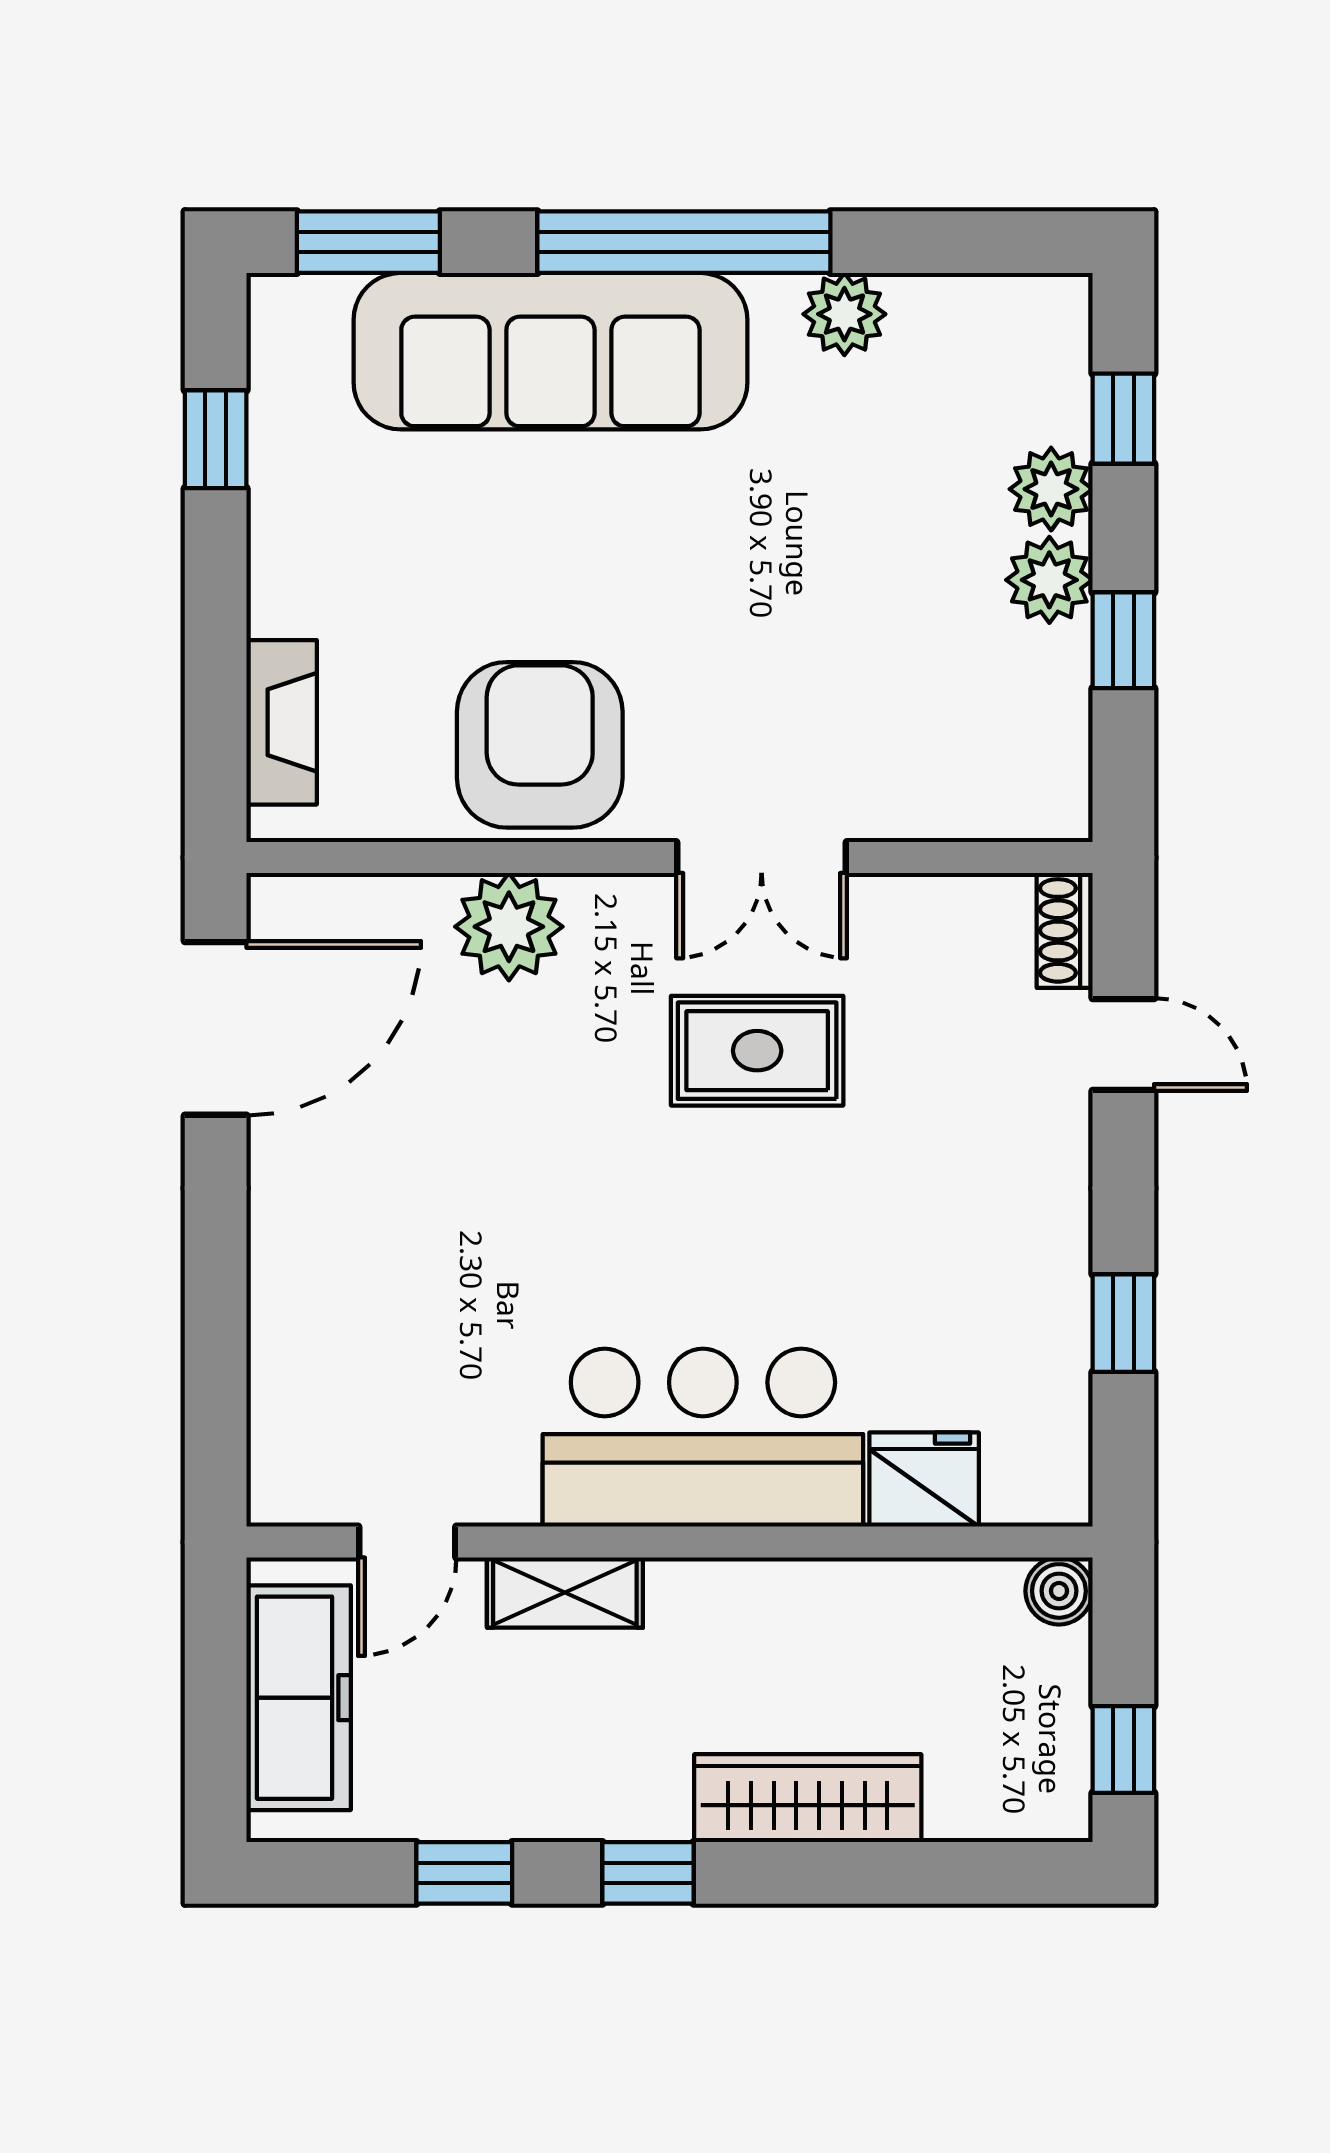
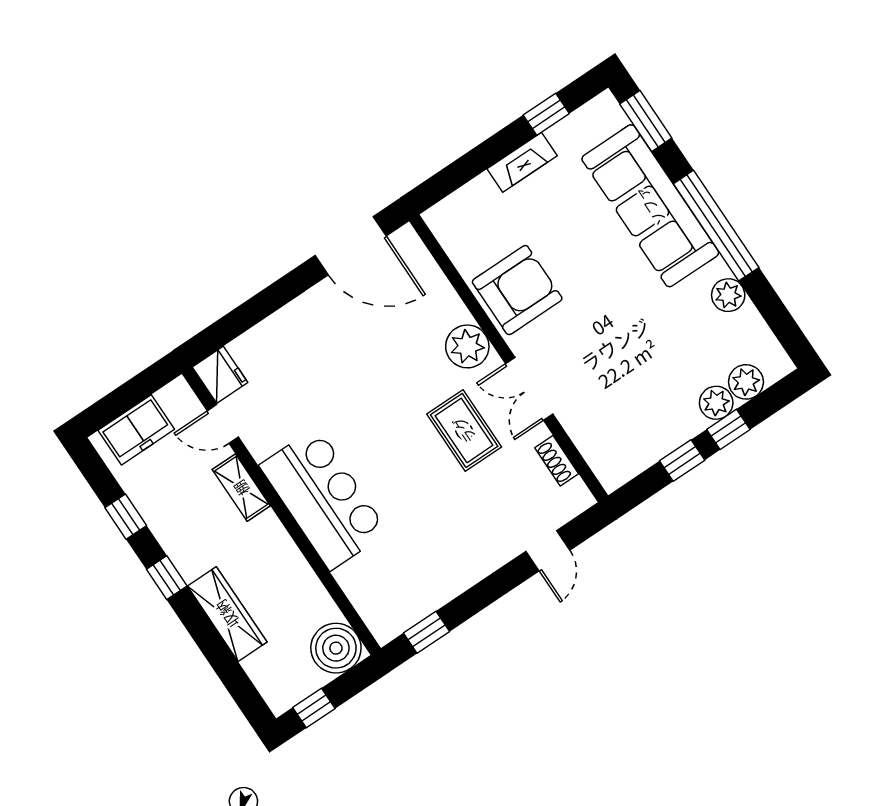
window: (1123, 419) -> (728, 429), moved
plant: (1049, 580) -> (746, 382), moved
fireplace: (282, 722) -> (522, 162), moved
plant: (509, 927) -> (467, 346), moved
shoe rack: (1065, 930) -> (557, 461), moved, turned -90
window: (1123, 1323) -> (427, 632), moved
fridge: (924, 1480) -> (220, 375), moved
boiler: (1059, 1591) -> (336, 648), width x1.86, depth x1.86
freezer: (299, 1698) -> (136, 430), width x0.71

